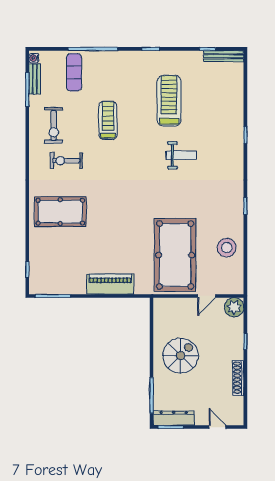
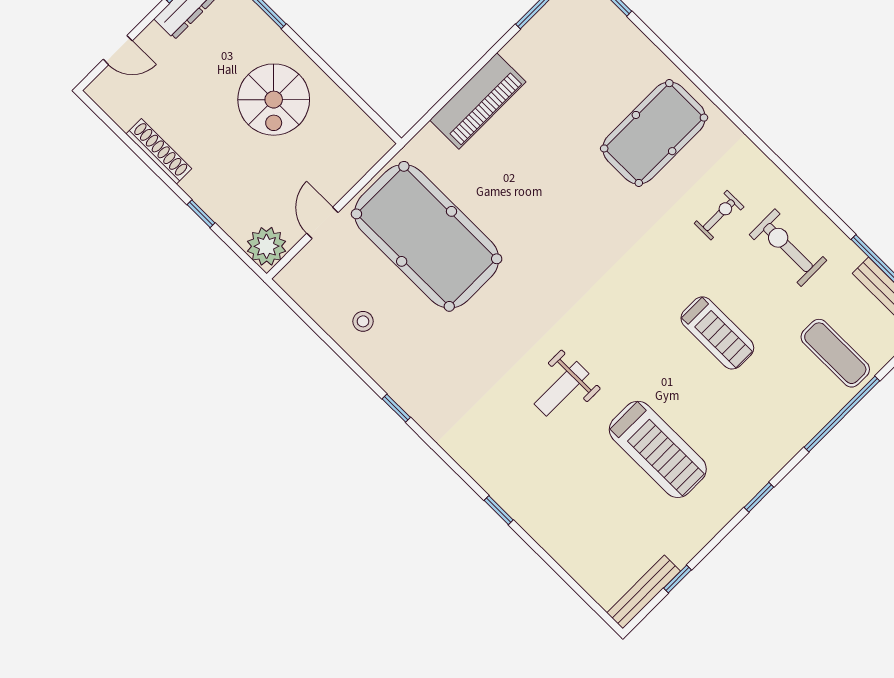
exercise bike: (66, 161) -> (719, 215), width x0.73, depth x0.72
stool: (227, 248) -> (363, 321), width x0.53, depth x0.53

